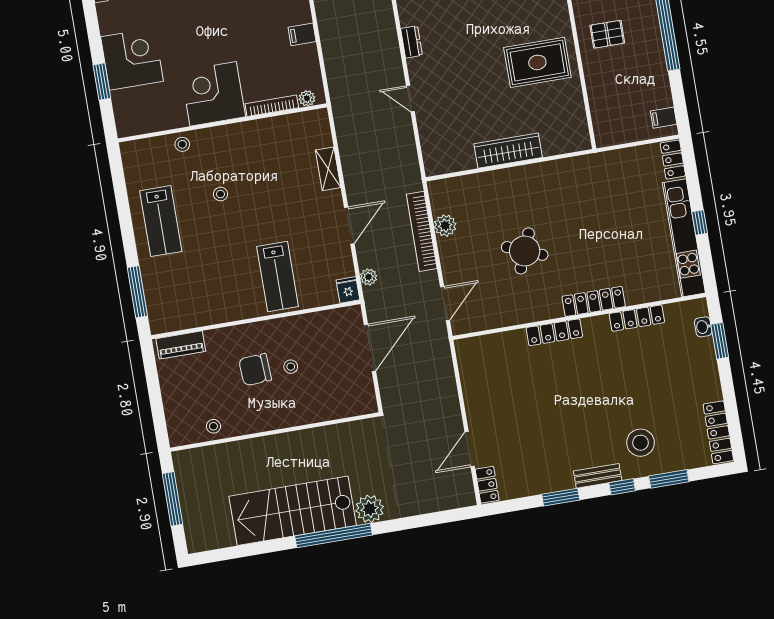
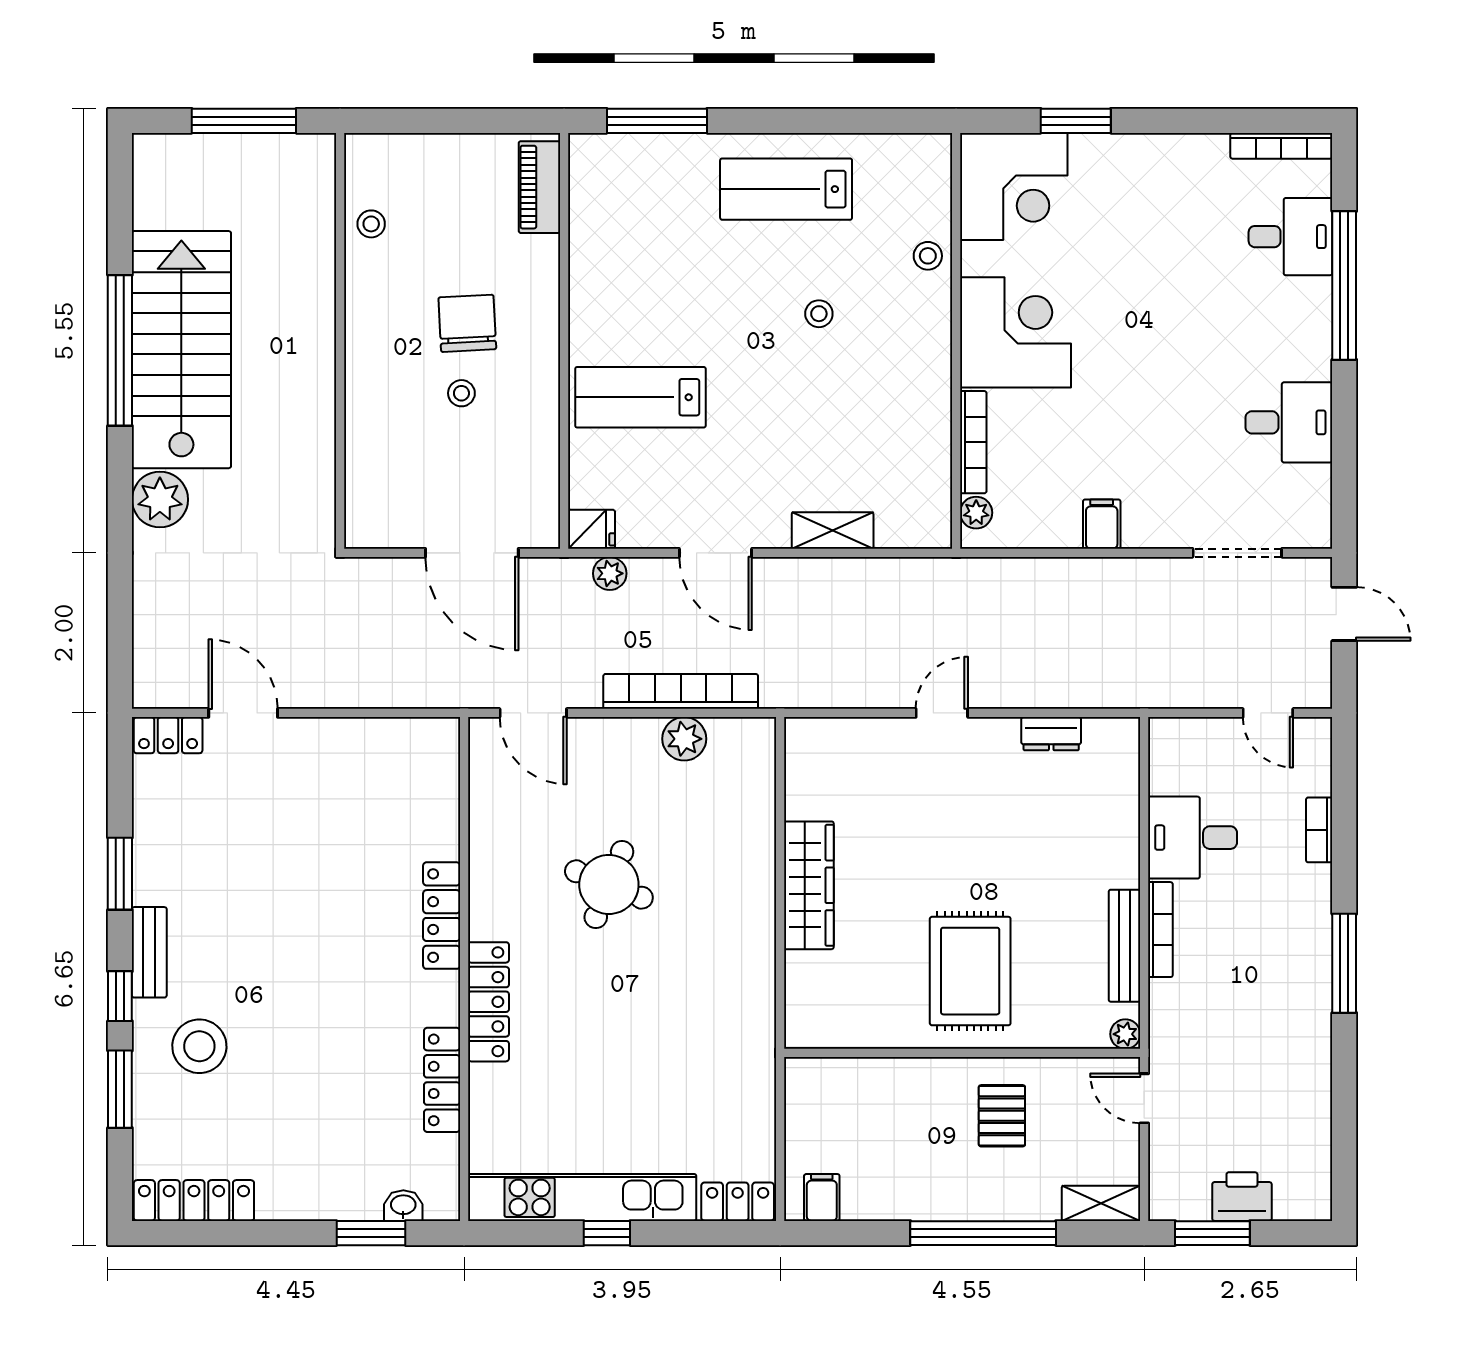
corner desk: (132, 59) -> (1014, 186), moved
window: (334, 536) -> (120, 350), moved

